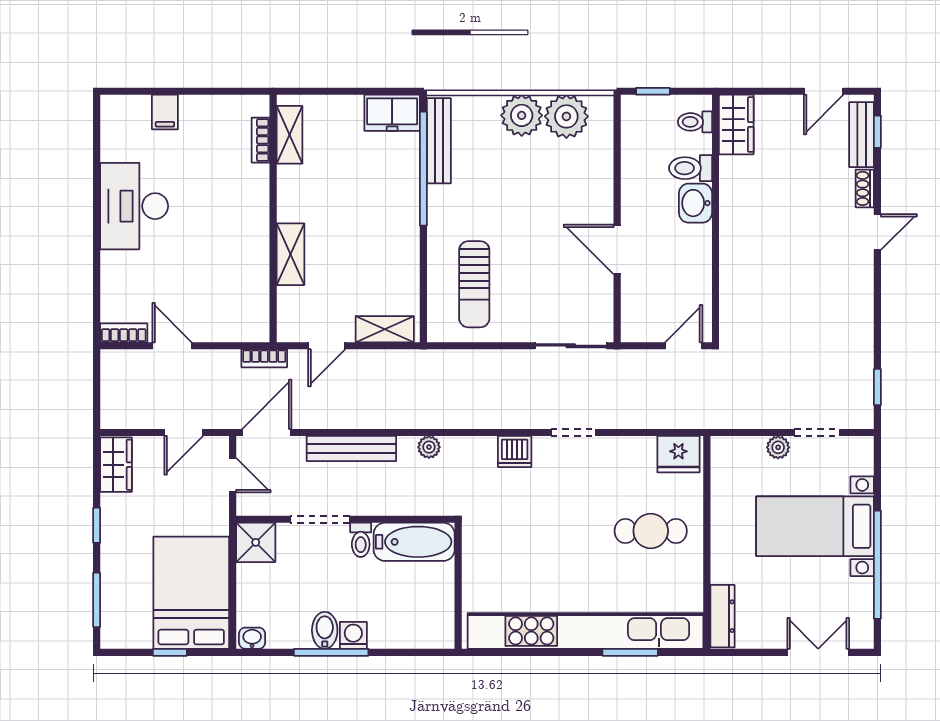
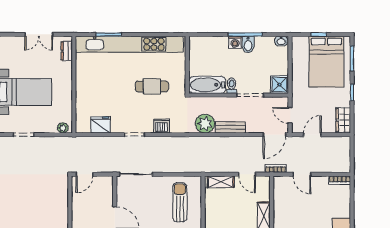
door: (172, 346) -> (302, 174), moved
door: (327, 346) -> (247, 174), swing flipped
plant: (429, 447) -> (205, 124), width x1.87, depth x1.87
plant: (778, 447) -> (63, 128), moved
bench: (351, 449) -> (230, 127), width x0.73
fridge: (678, 454) -> (101, 125), moved
cafe table: (651, 531) -> (152, 86), moved
bed: (191, 593) -> (326, 62), moved
dresser: (723, 616) -> (67, 51), width x0.70
double door: (818, 652) -> (39, 34), moved

